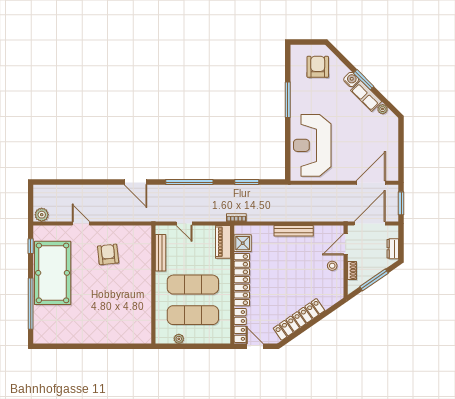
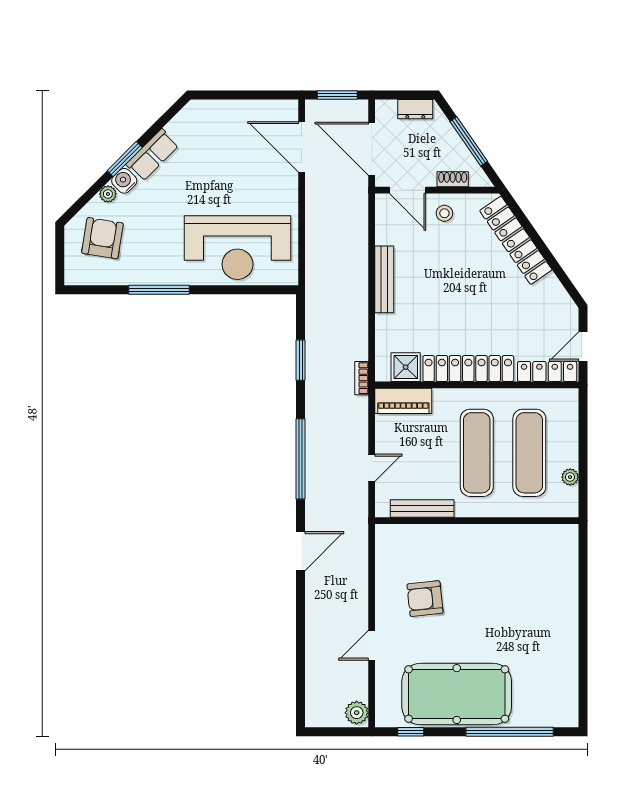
armchair: (318, 67) -> (102, 238), turned 99
plant: (383, 109) -> (108, 194), moved
locker: (299, 319) -> (516, 240), moved

